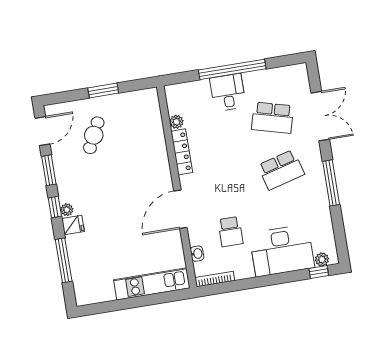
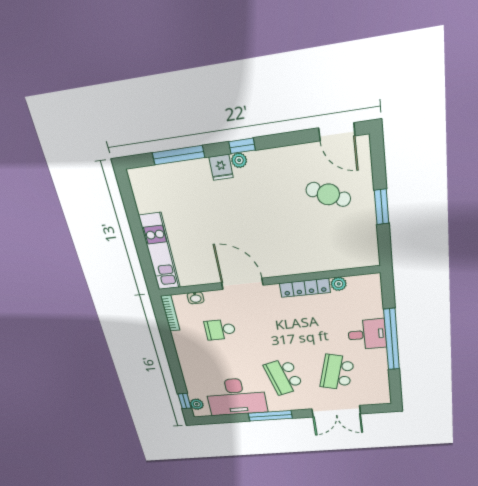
window: (49, 170) -> (287, 139), removed
desk: (282, 251) -> (236, 397), moved, turned -90

